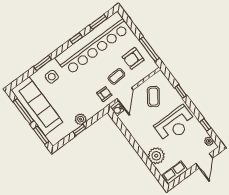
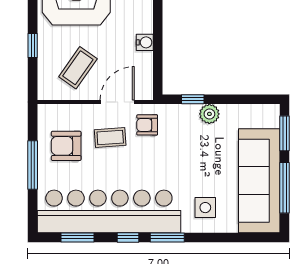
window: (149, 49) -> (33, 165), moved
armchair: (133, 58) -> (66, 146), turned 180
window: (43, 63) -> (167, 237), moved
water cooler: (118, 110) -> (145, 42), moved
window: (79, 130) -> (193, 99), moved

